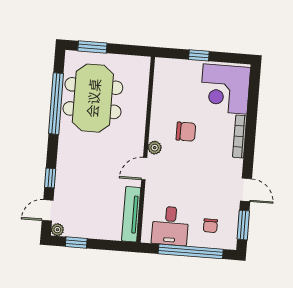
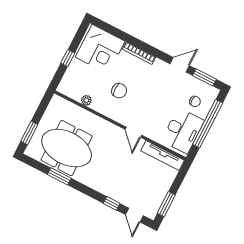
window: (56, 104) -> (59, 176), width x0.47
chair: (186, 132) -> (119, 91), turned 90
plant: (155, 148) -> (86, 100), moved
desk: (170, 226) -> (183, 131), width x1.37
plant: (57, 230) -> (151, 214), removed
window: (76, 242) -> (166, 204), width x1.50

